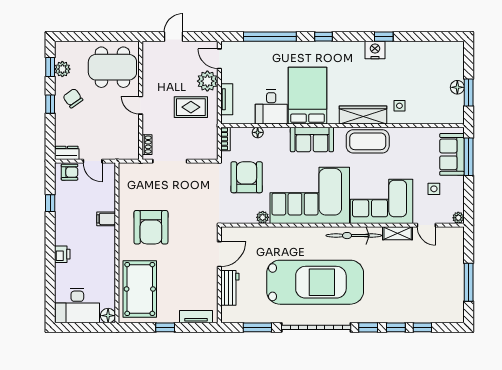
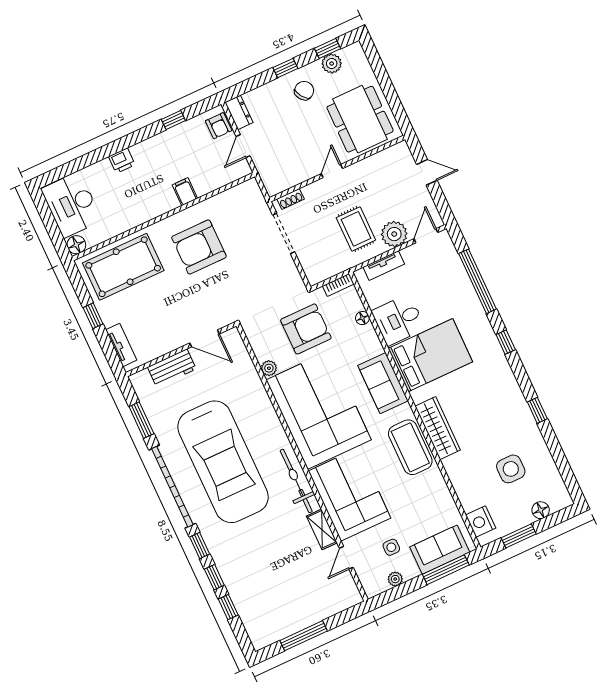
nightstand: (375, 50) -> (481, 521), moved, turned 180
floor lamp: (457, 87) -> (541, 510), moved
side table: (399, 106) -> (511, 469), moved, width x1.87, depth x1.87
plant: (458, 218) -> (395, 579), moved

